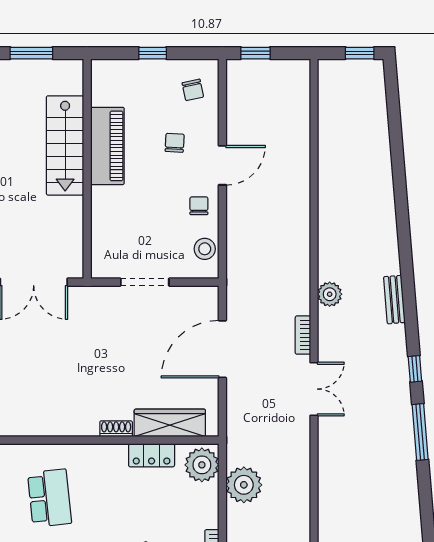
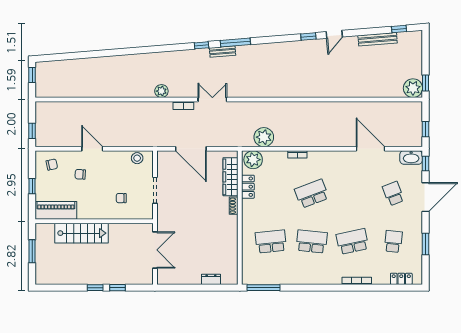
piano: (107, 146) -> (56, 210), moved
chair: (199, 206) -> (121, 198), moved
bench: (394, 300) -> (223, 52), moved

